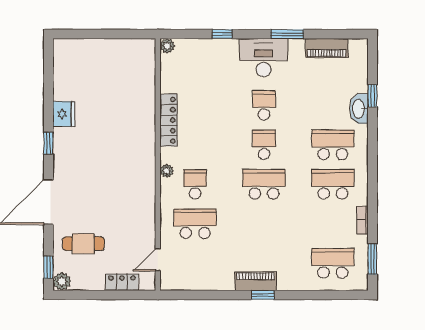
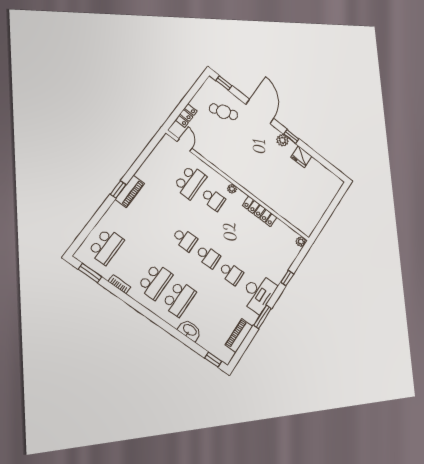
window: (372, 96) -> (213, 360), moved
school desk: (264, 184) -> (185, 239), width x0.54
cafe table: (83, 244) -> (224, 112), turned 69
plant: (62, 281) -> (282, 140), moved

